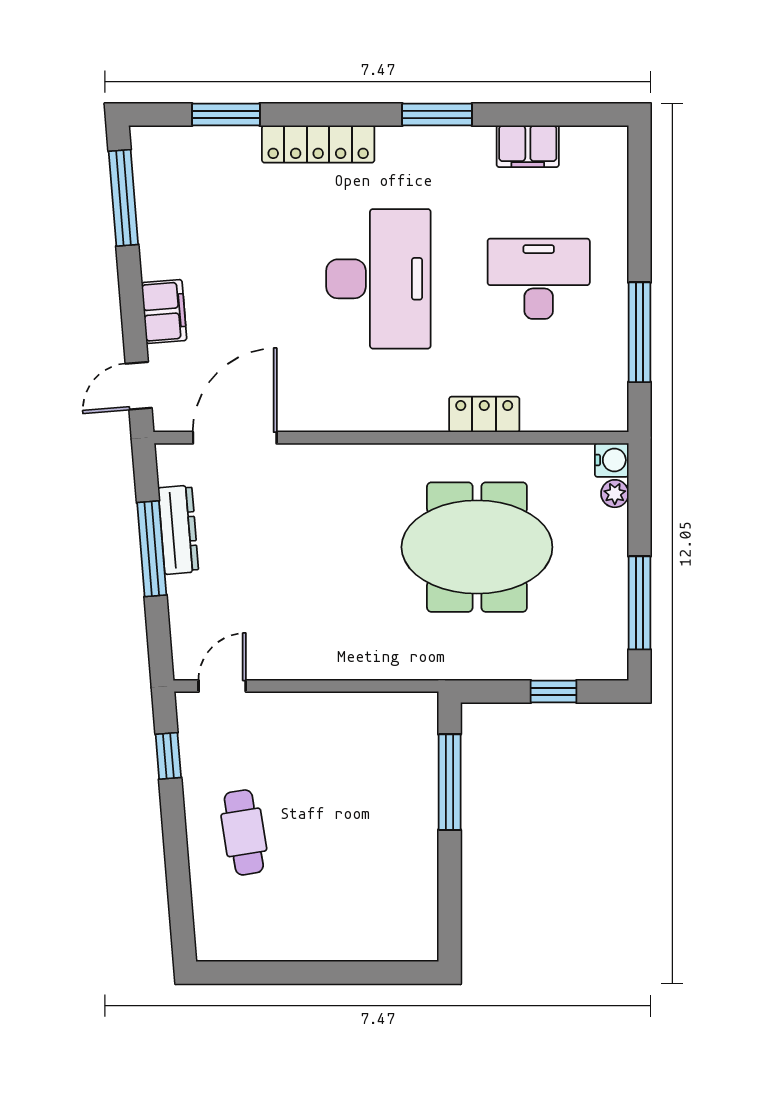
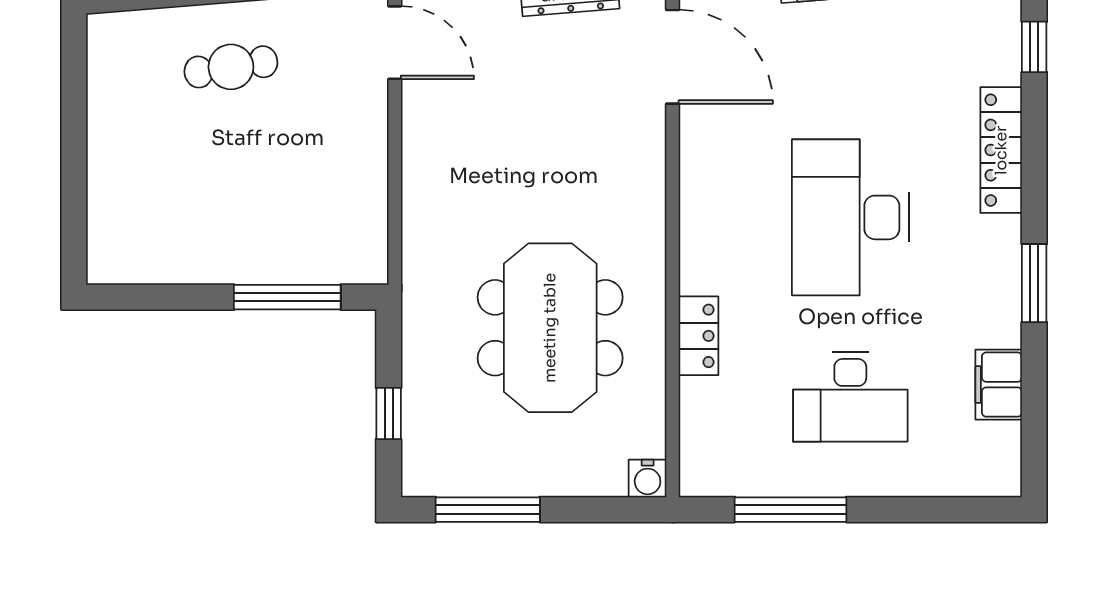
window: (226, 114) -> (1034, 47), width x0.67
desk: (378, 279) -> (850, 217), turned 90
desk: (539, 279) -> (850, 397), turned 90
plant: (615, 494) -> (610, 482), removed
door: (222, 686) -> (395, 43), width x1.38

